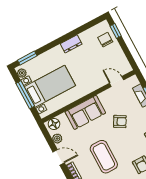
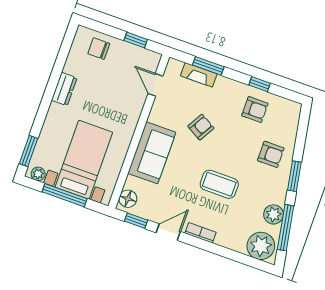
window: (116, 31) -> (136, 40), moved
door: (117, 82) -> (155, 85), hinge flipped
window: (48, 138) -> (136, 221), added
plant: (57, 139) -> (147, 212), removed
coffee table: (104, 157) -> (219, 184), width x0.73, depth x0.76

